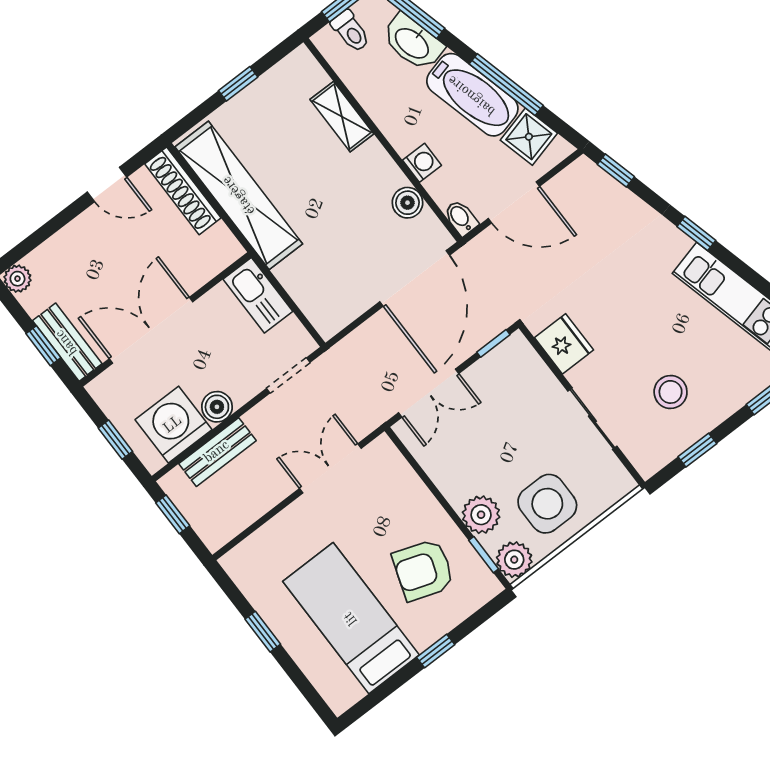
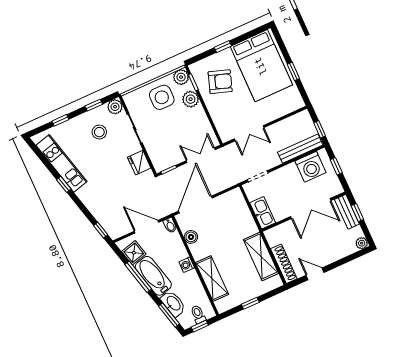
shelving: (342, 117) -> (212, 278), width x1.50, depth x1.33
washing machine: (422, 163) -> (187, 265), moved
shelving: (239, 195) -> (261, 256), width x0.68
window: (696, 233) -> (64, 184), moved
boiler: (217, 407) -> (291, 170), removed
bench: (217, 452) -> (300, 149), width x1.36
plant: (648, 458) -> (115, 107), added
bed: (351, 618) -> (261, 66), width x1.50

